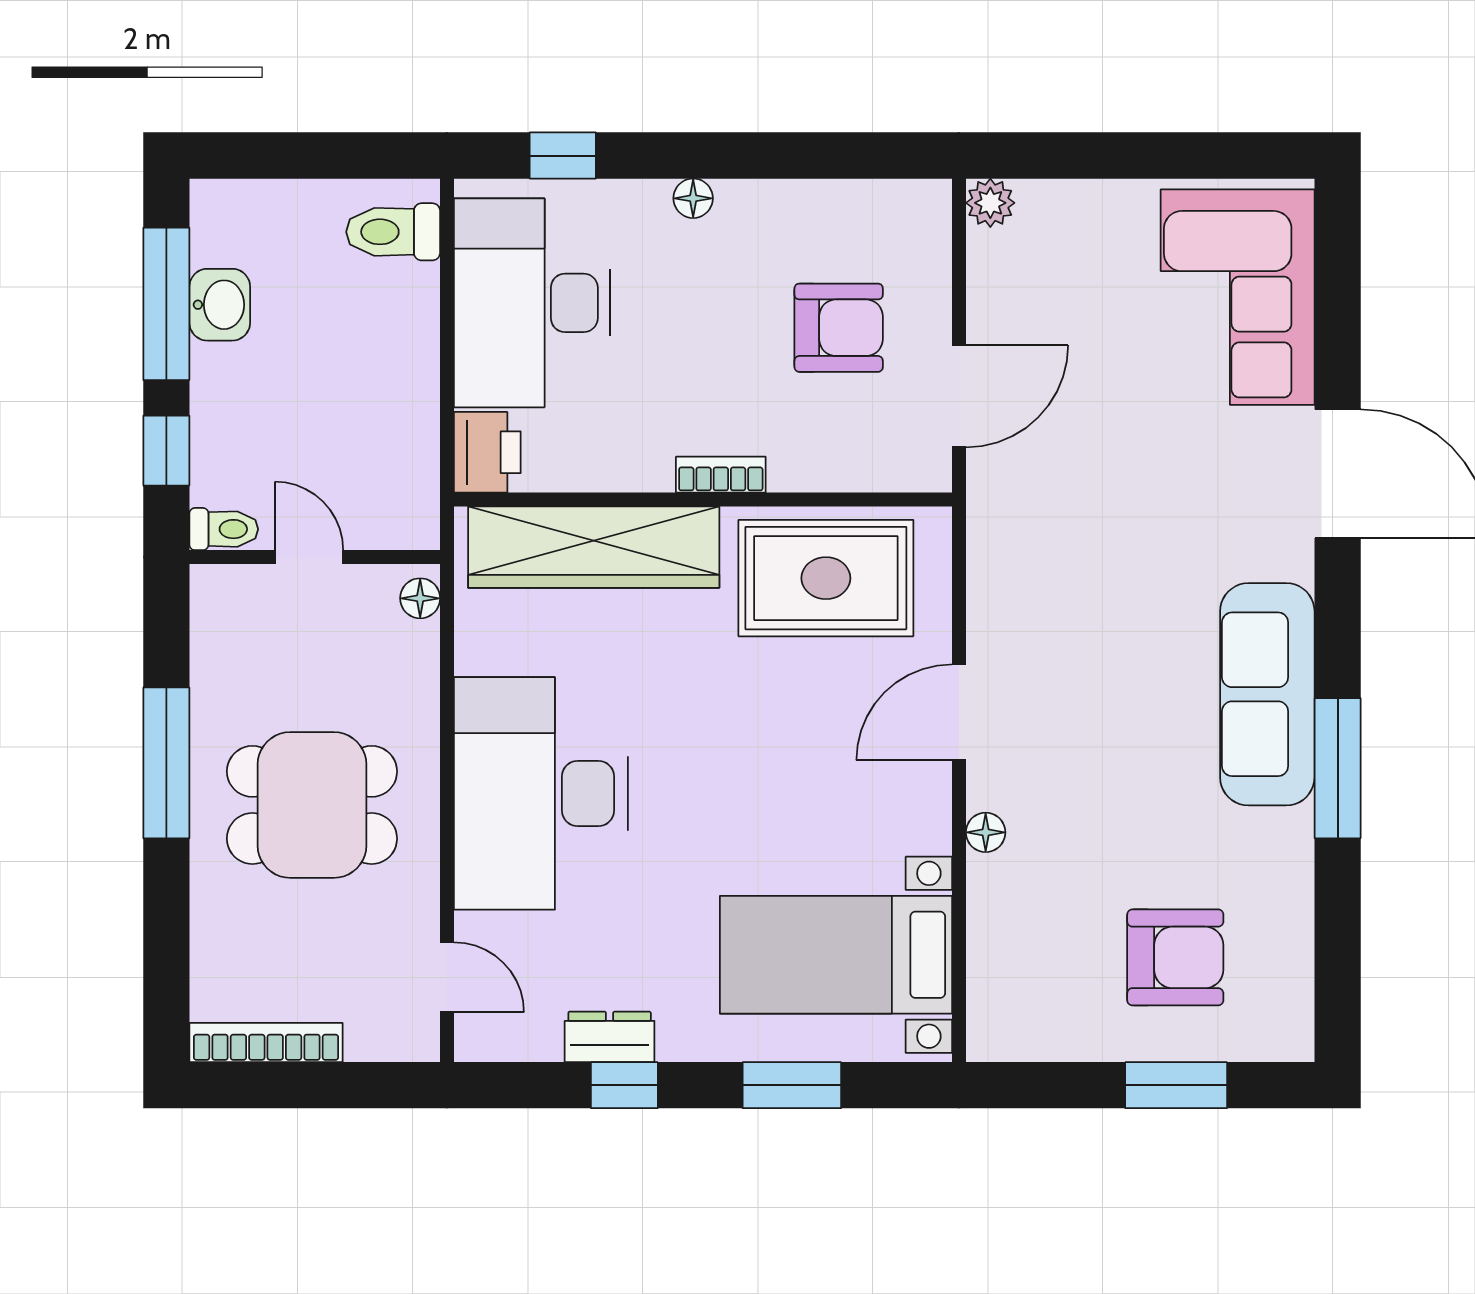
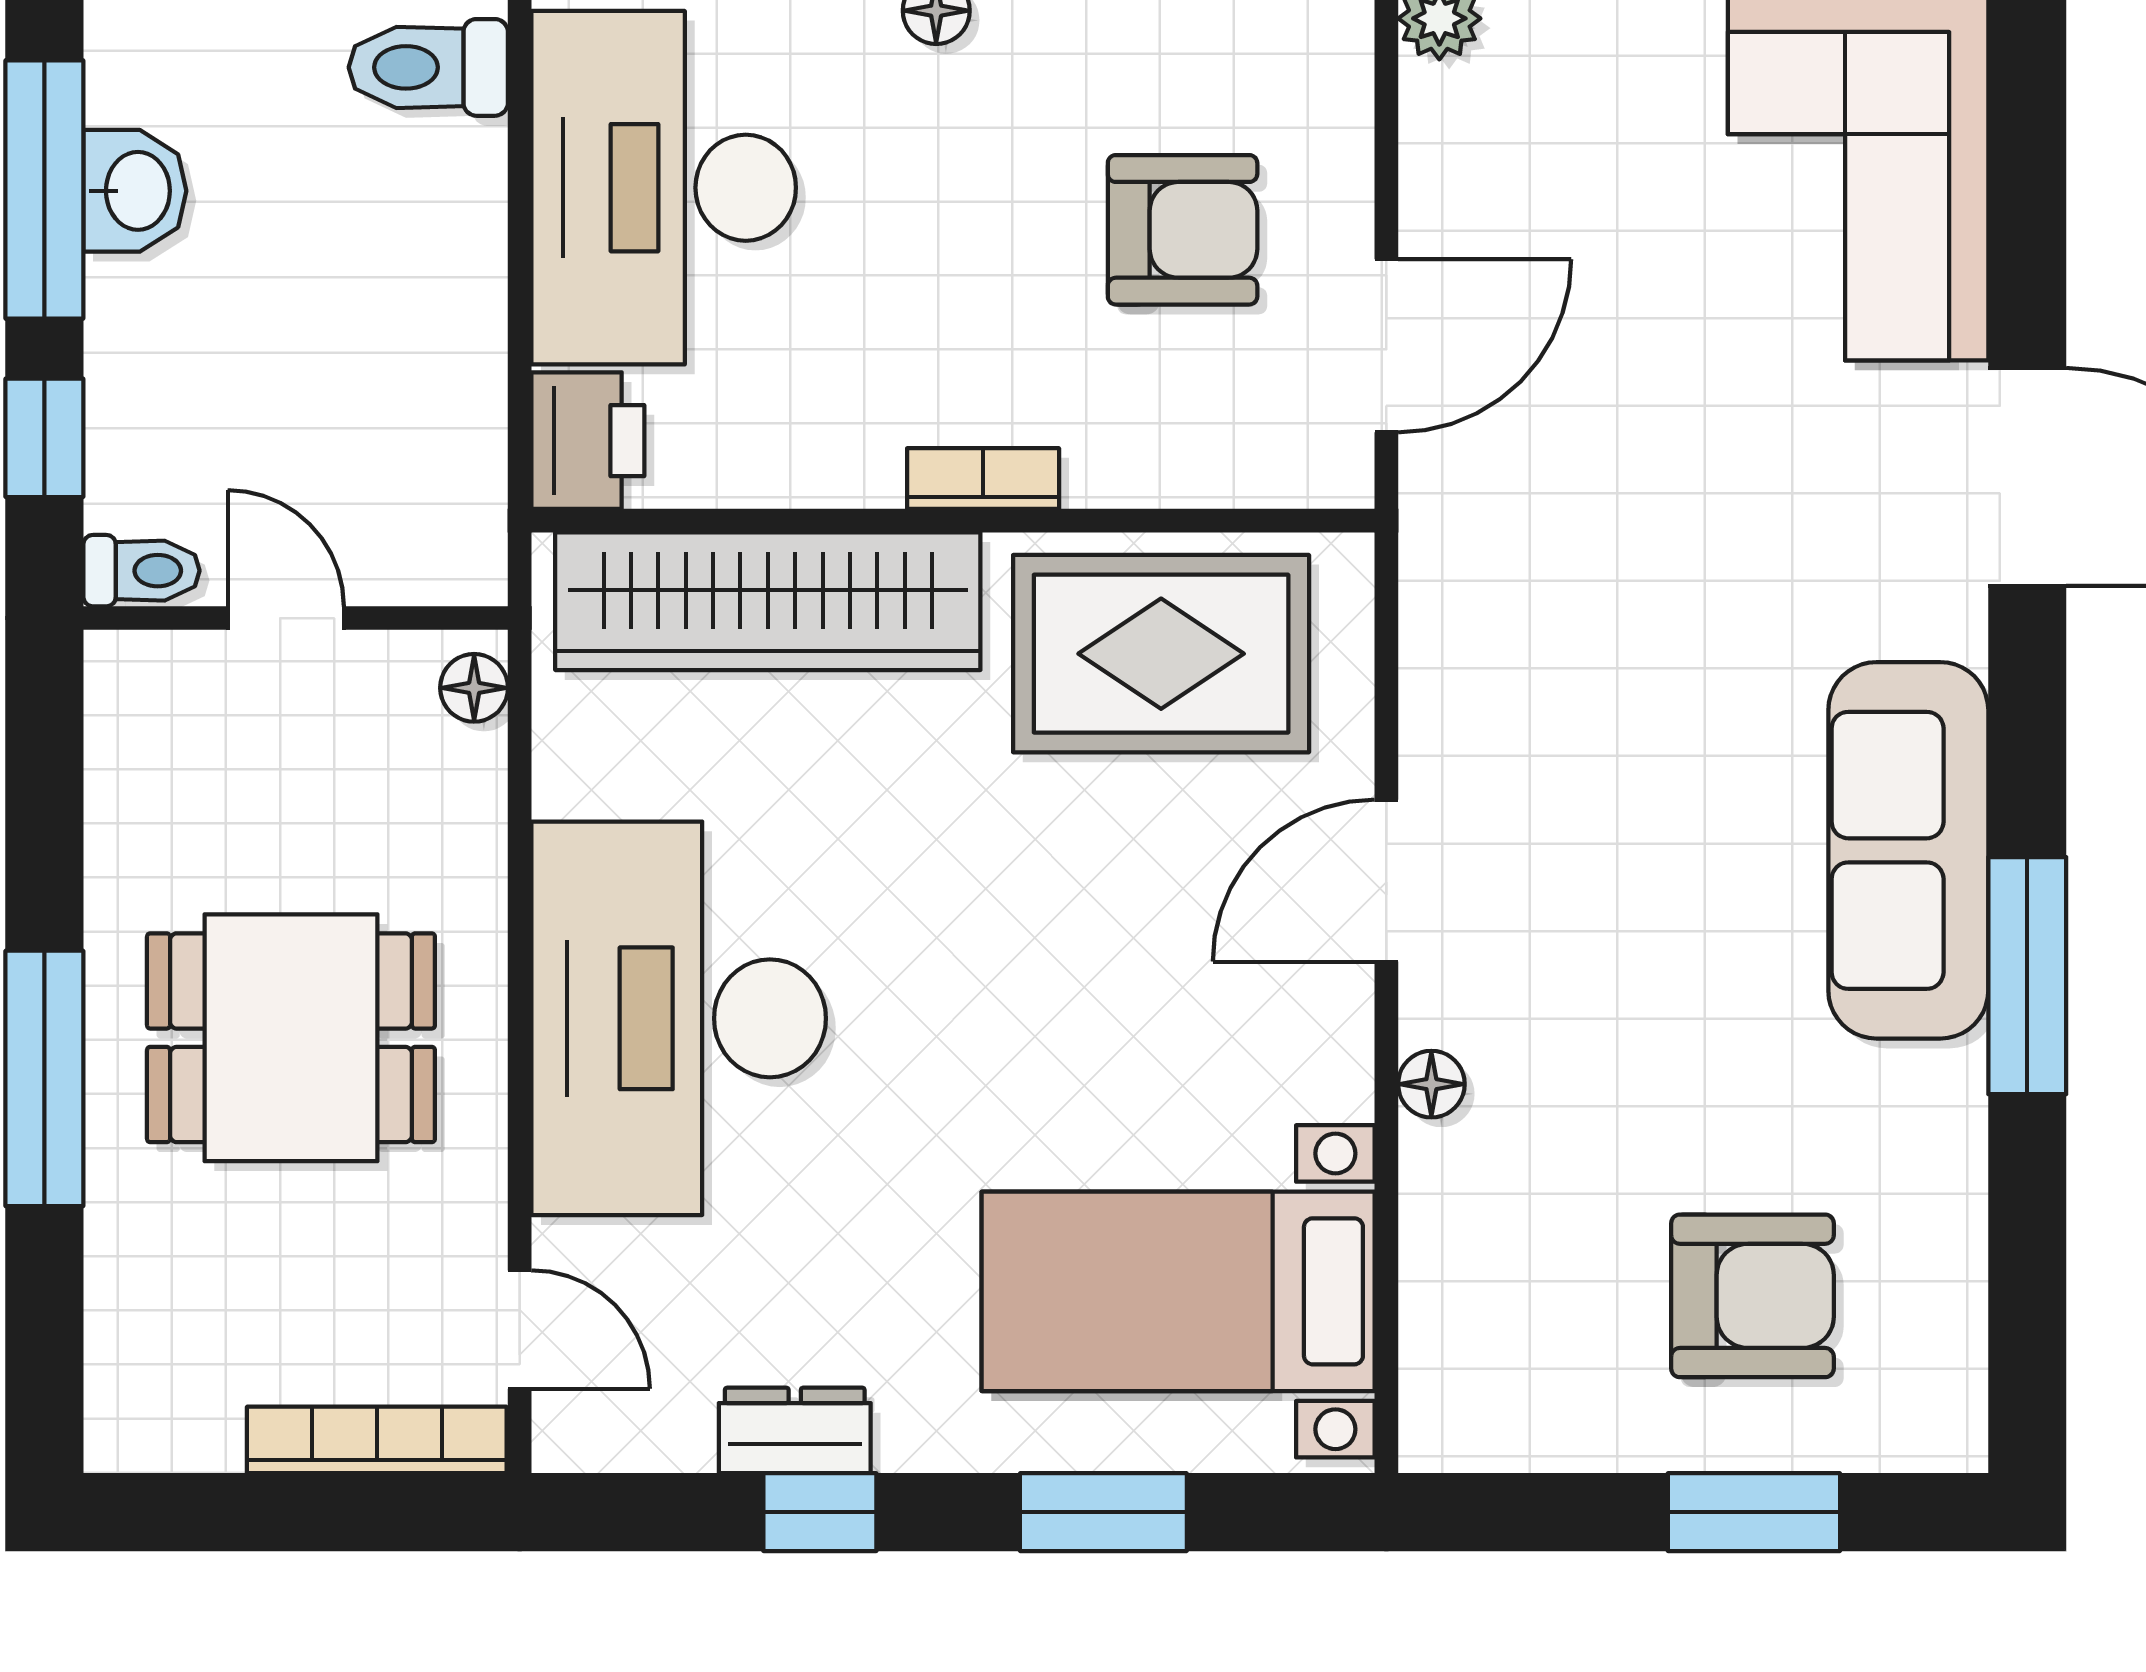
window: (166, 763) -> (44, 1078), moved
bookcase: (266, 1043) -> (377, 1440), moved

